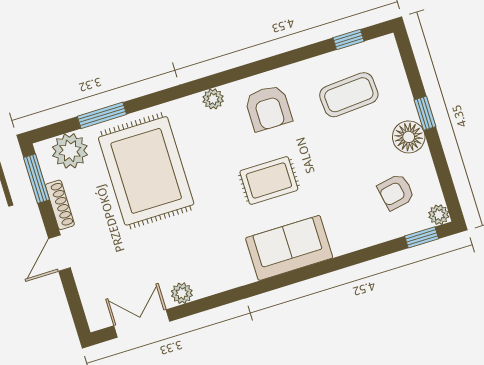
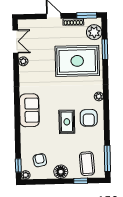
window: (349, 40) -> (107, 158), width x2.17
coffee table: (349, 95) -> (87, 164), moved
armchair: (268, 108) -> (89, 118), turned -90
window: (425, 113) -> (81, 181), moved
rug: (269, 180) -> (67, 122), moved

